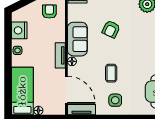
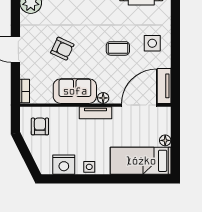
armchair: (49, 11) -> (40, 126), turned 90

